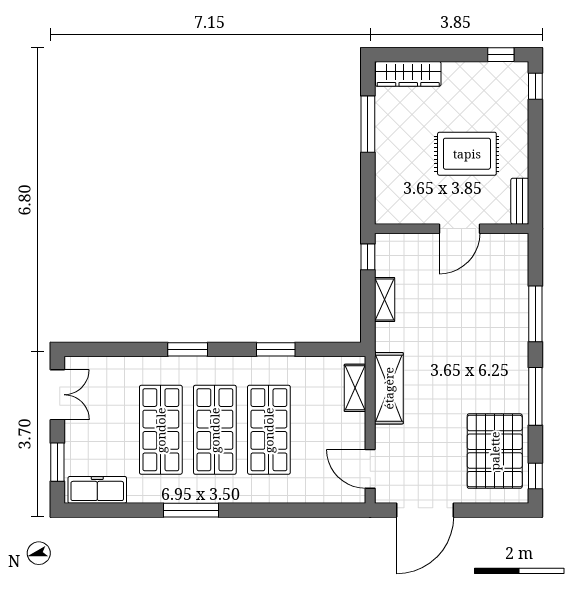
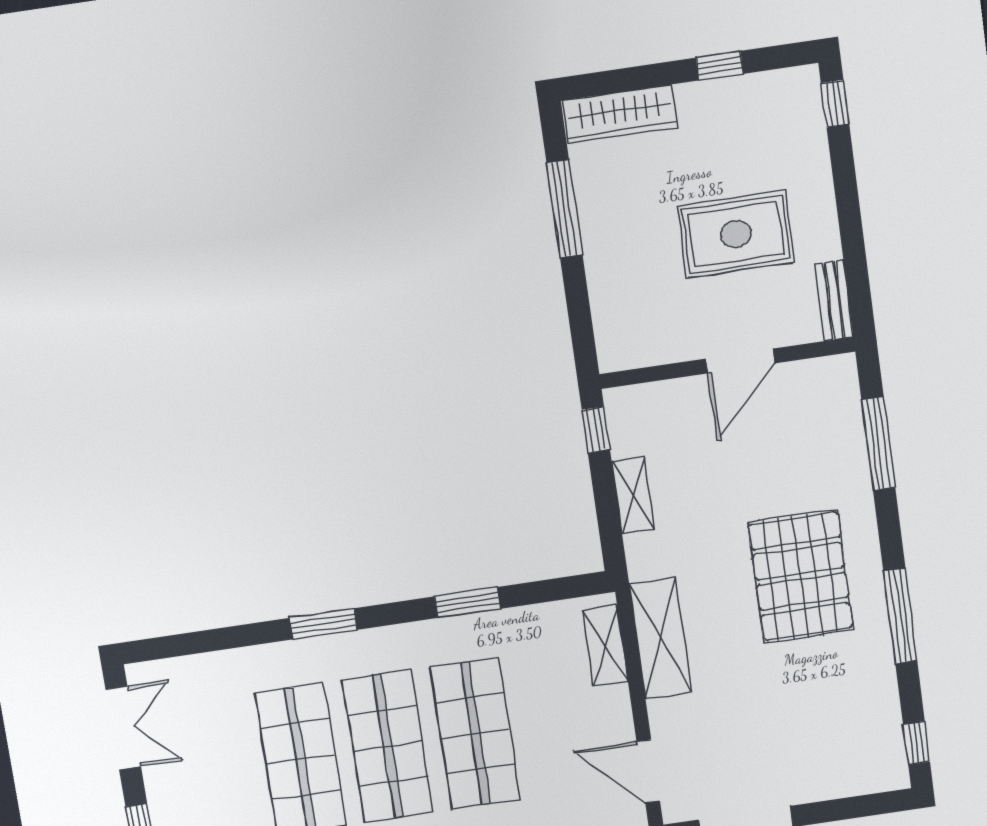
window: (501, 55) -> (720, 66), moved
window: (535, 314) -> (878, 444), moved
pallet: (495, 451) -> (800, 576), moved

